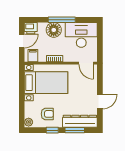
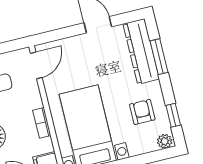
window: (52, 130) -> (173, 115), moved

